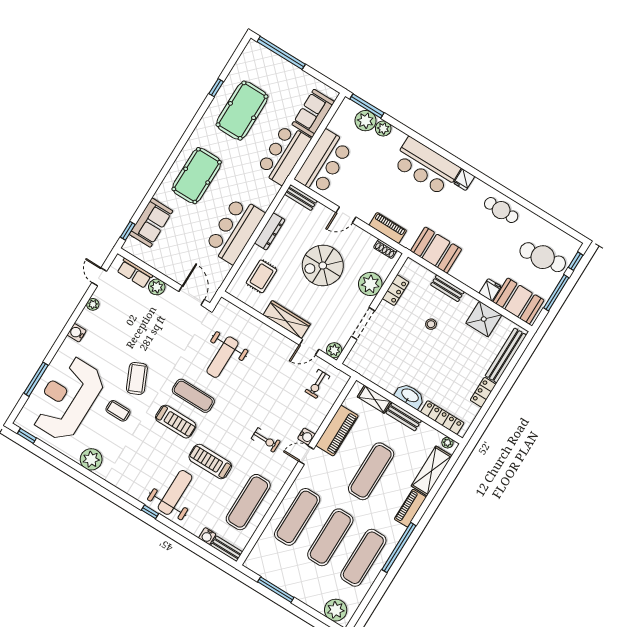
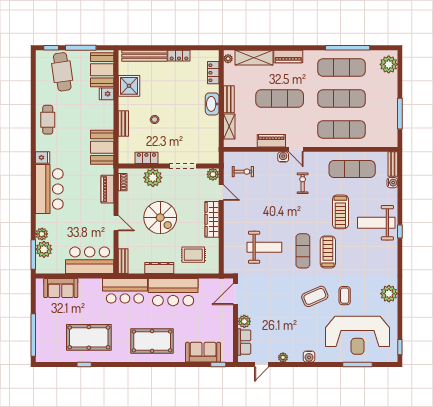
bar counter: (284, 154) -> (125, 291), moved
locker: (442, 418) -> (213, 73), width x0.66
piano: (337, 431) -> (271, 141), width x0.73, depth x0.75
window: (399, 548) -> (348, 48), moved

